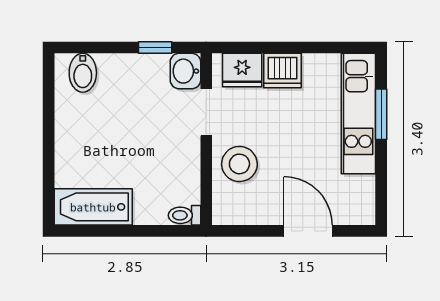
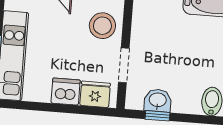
washbasin: (185, 71) -> (158, 100), moved, turned -90

